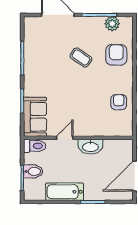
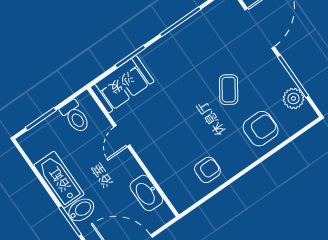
door: (65, 138) -> (122, 136), swing flipped
toilet: (35, 146) -> (75, 117), moved
washbasin: (90, 147) -> (146, 193), moved
bidet: (33, 171) -> (81, 210), moved, turned -90

